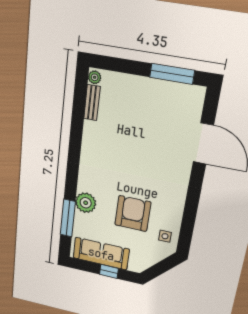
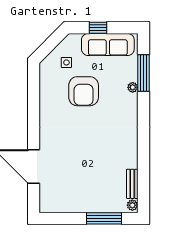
window: (172, 74) -> (104, 218), moved
plant: (86, 203) -> (133, 87), width x0.53, depth x0.53
side table: (165, 236) -> (66, 62), moved

